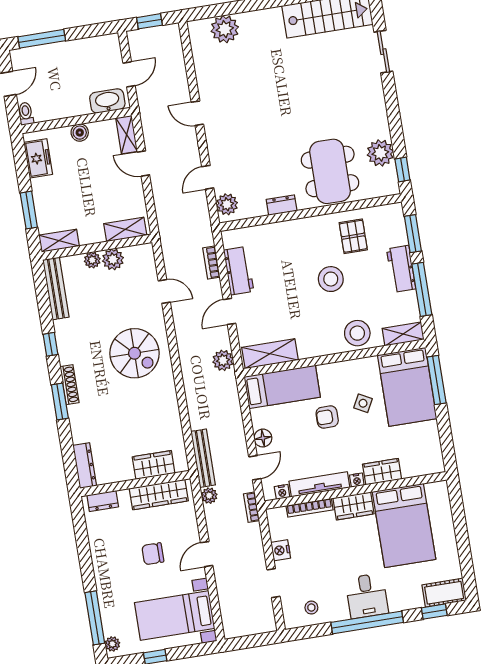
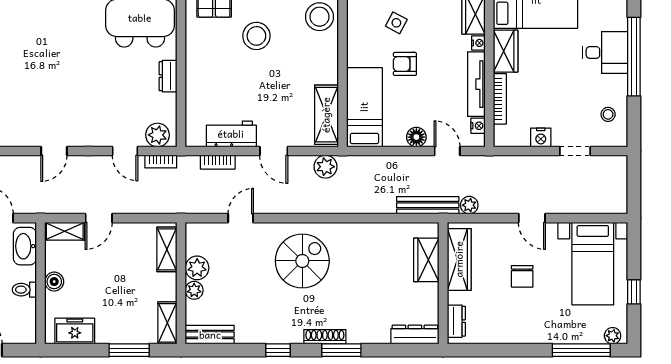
toilet: (26, 114) -> (24, 290), moved
bench: (56, 288) -> (210, 335), width x0.73
armchair: (327, 417) -> (405, 64), turned 90
bookcase: (251, 507) -> (161, 162), moved

